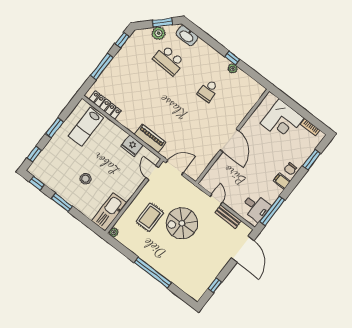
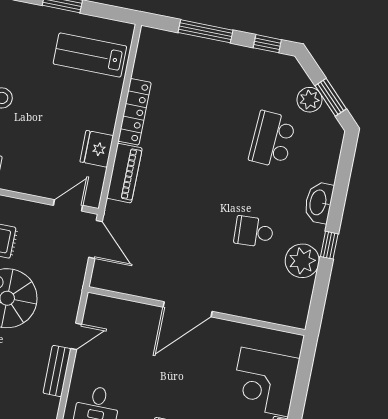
washbasin: (187, 36) -> (319, 203), moved
plant: (233, 69) -> (302, 261), width x1.87, depth x1.87
locker: (105, 105) -> (135, 112), moved

